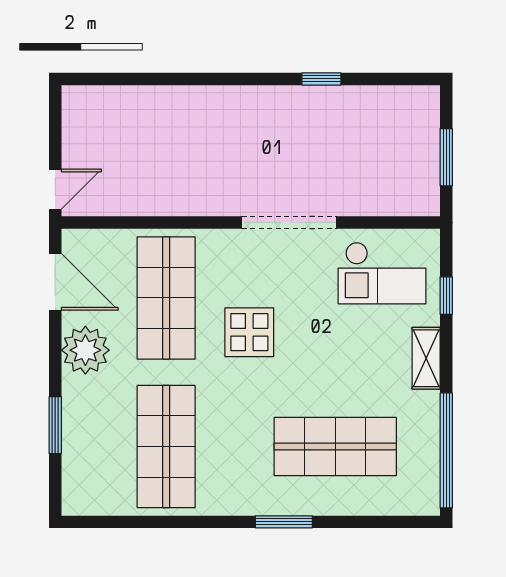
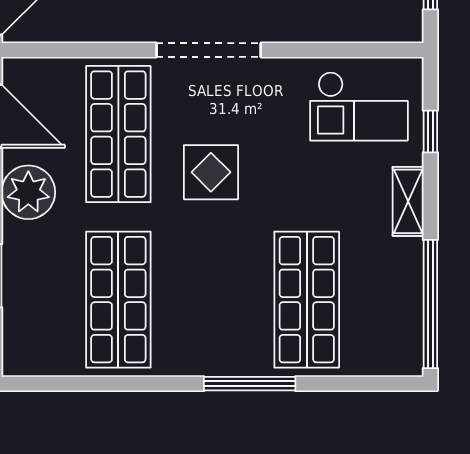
doorway: (289, 223) -> (209, 50), moved
shop shelf: (335, 446) -> (307, 300), turned 90
window: (284, 522) -> (250, 384), width x1.44

